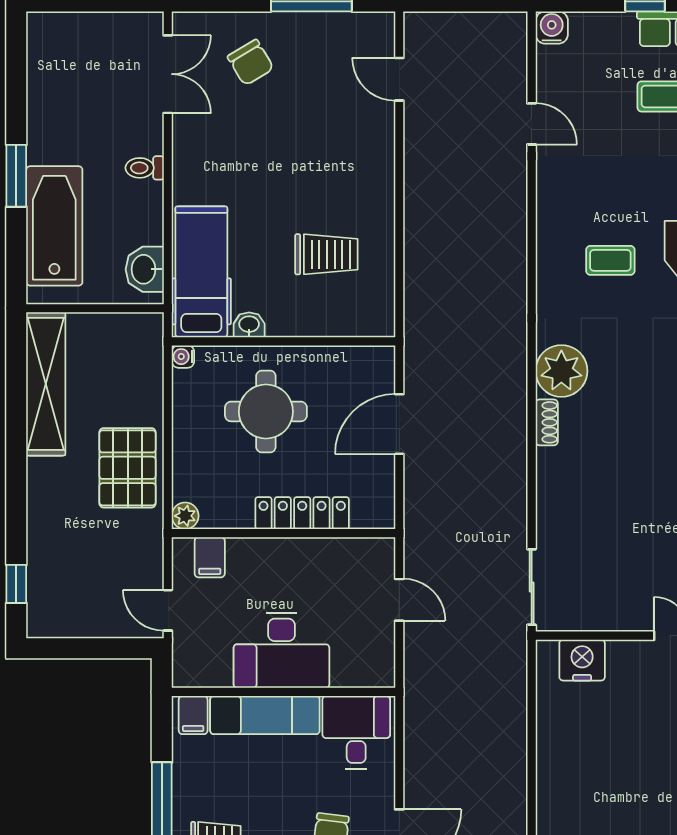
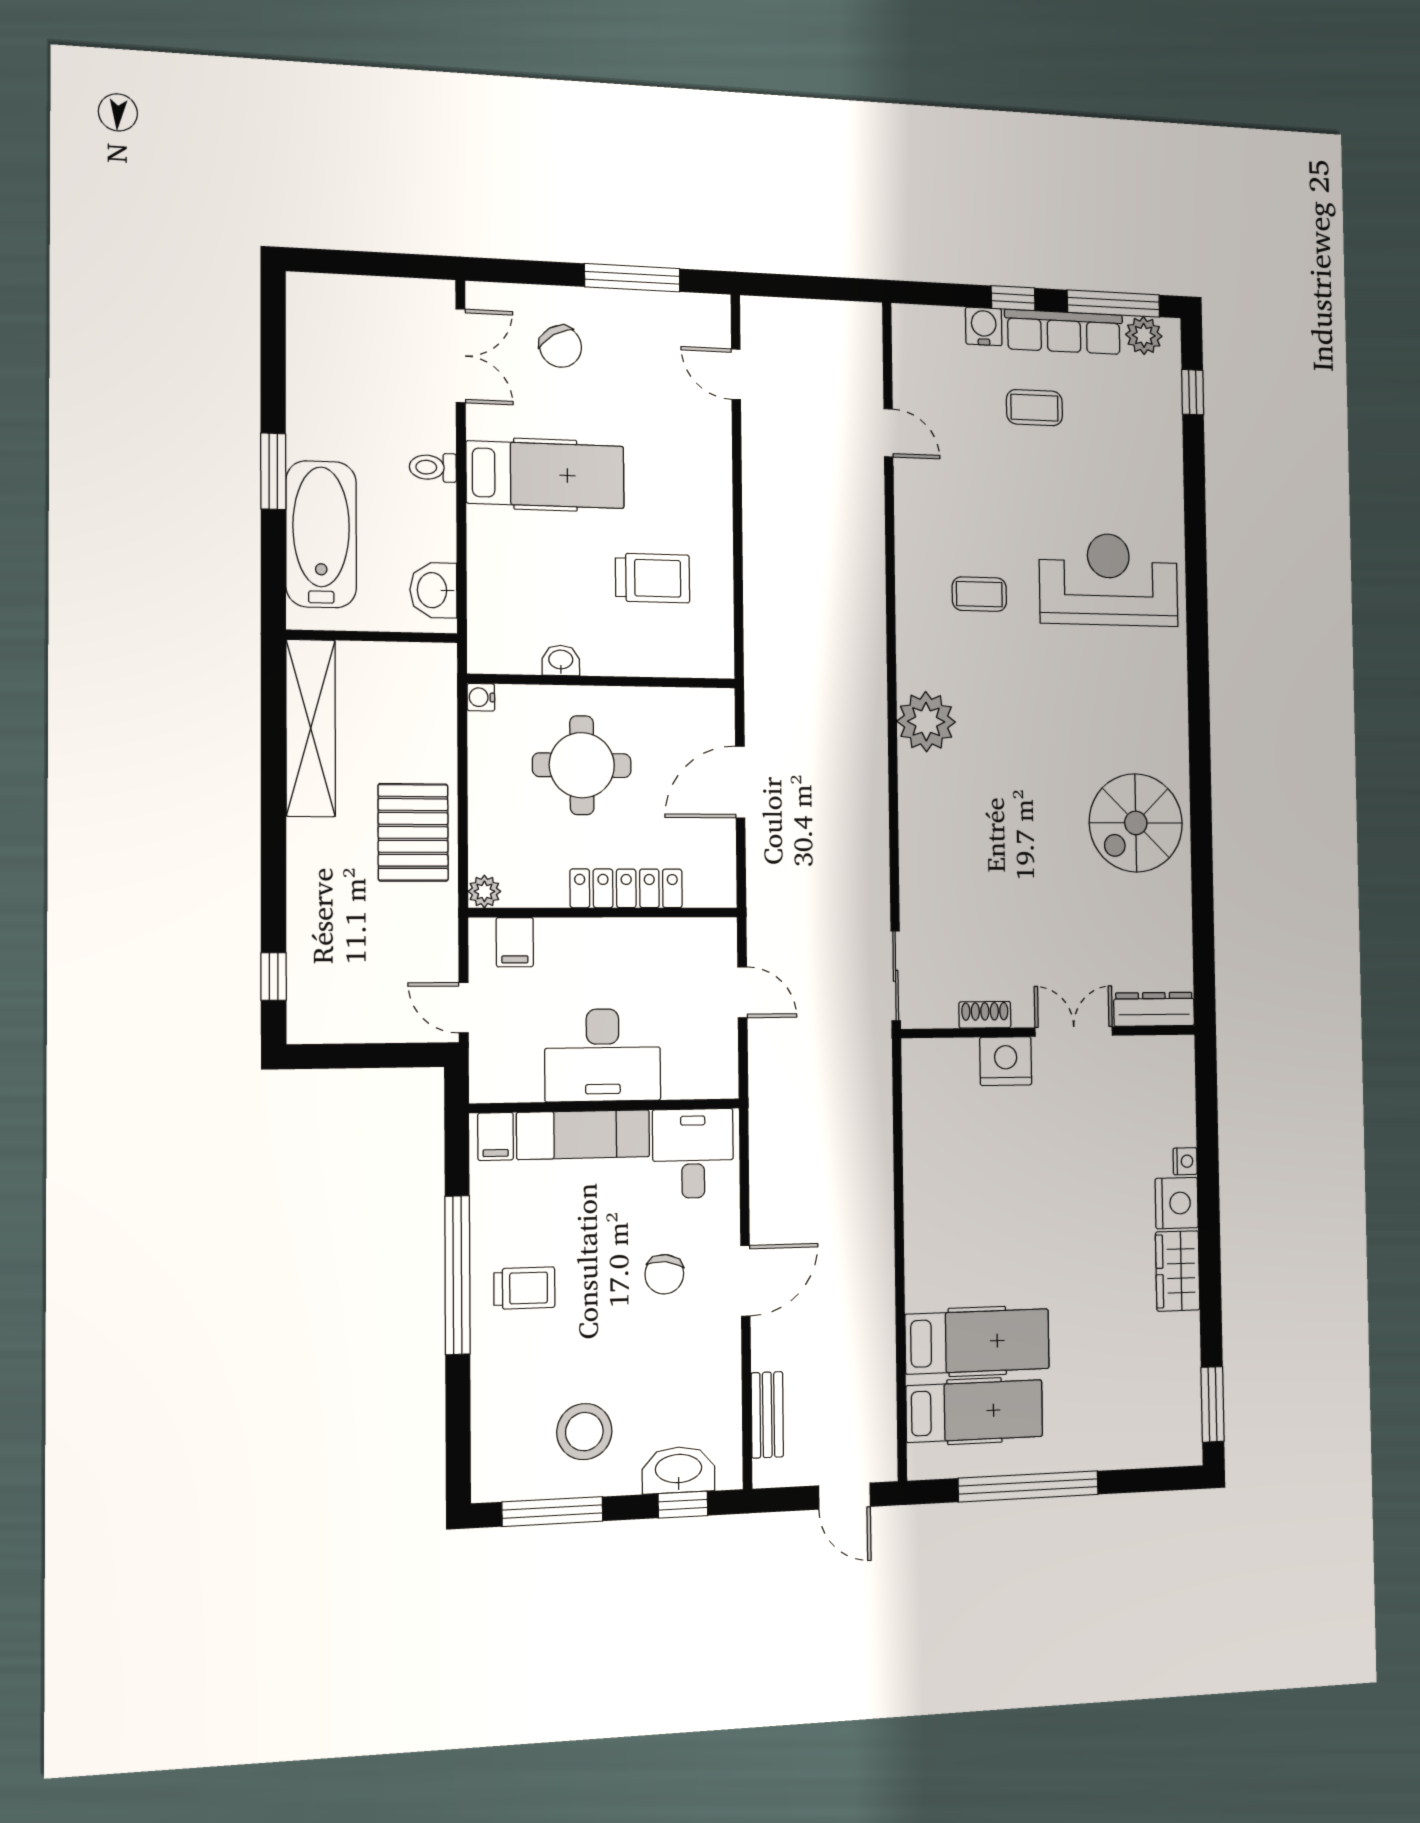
water cooler: (552, 27) -> (984, 326), moved
hospital bed: (201, 272) -> (545, 475), moved, turned 90
shoe rack: (547, 422) -> (985, 1015), moved, turned -90
nightstand: (582, 660) -> (1006, 1061), moved

